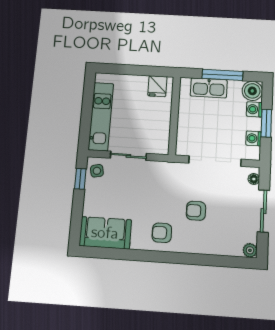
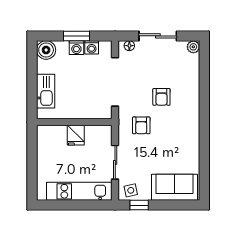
window: (222, 75) -> (32, 79), removed
fridge: (157, 86) -> (76, 135), moved, turned 90
washing machine: (254, 109) -> (76, 48), moved
sofa: (105, 233) -> (175, 187), moved, turned 90
armchair: (162, 233) -> (141, 125), moved

